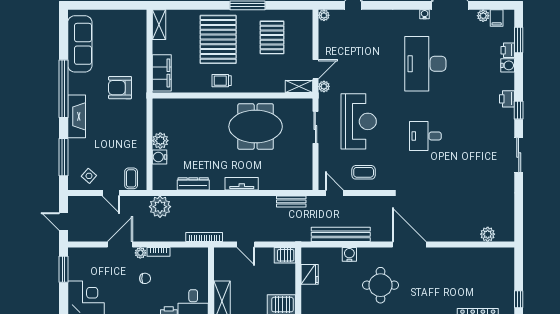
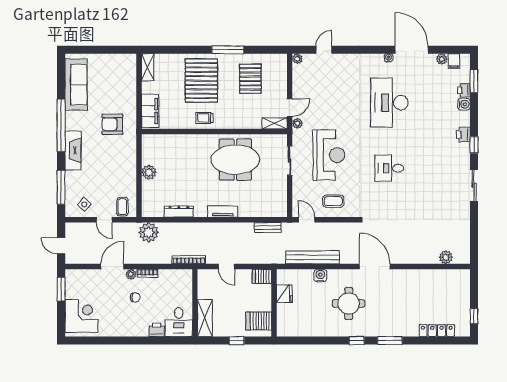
water cooler: (159, 157) -> (148, 187), removed

